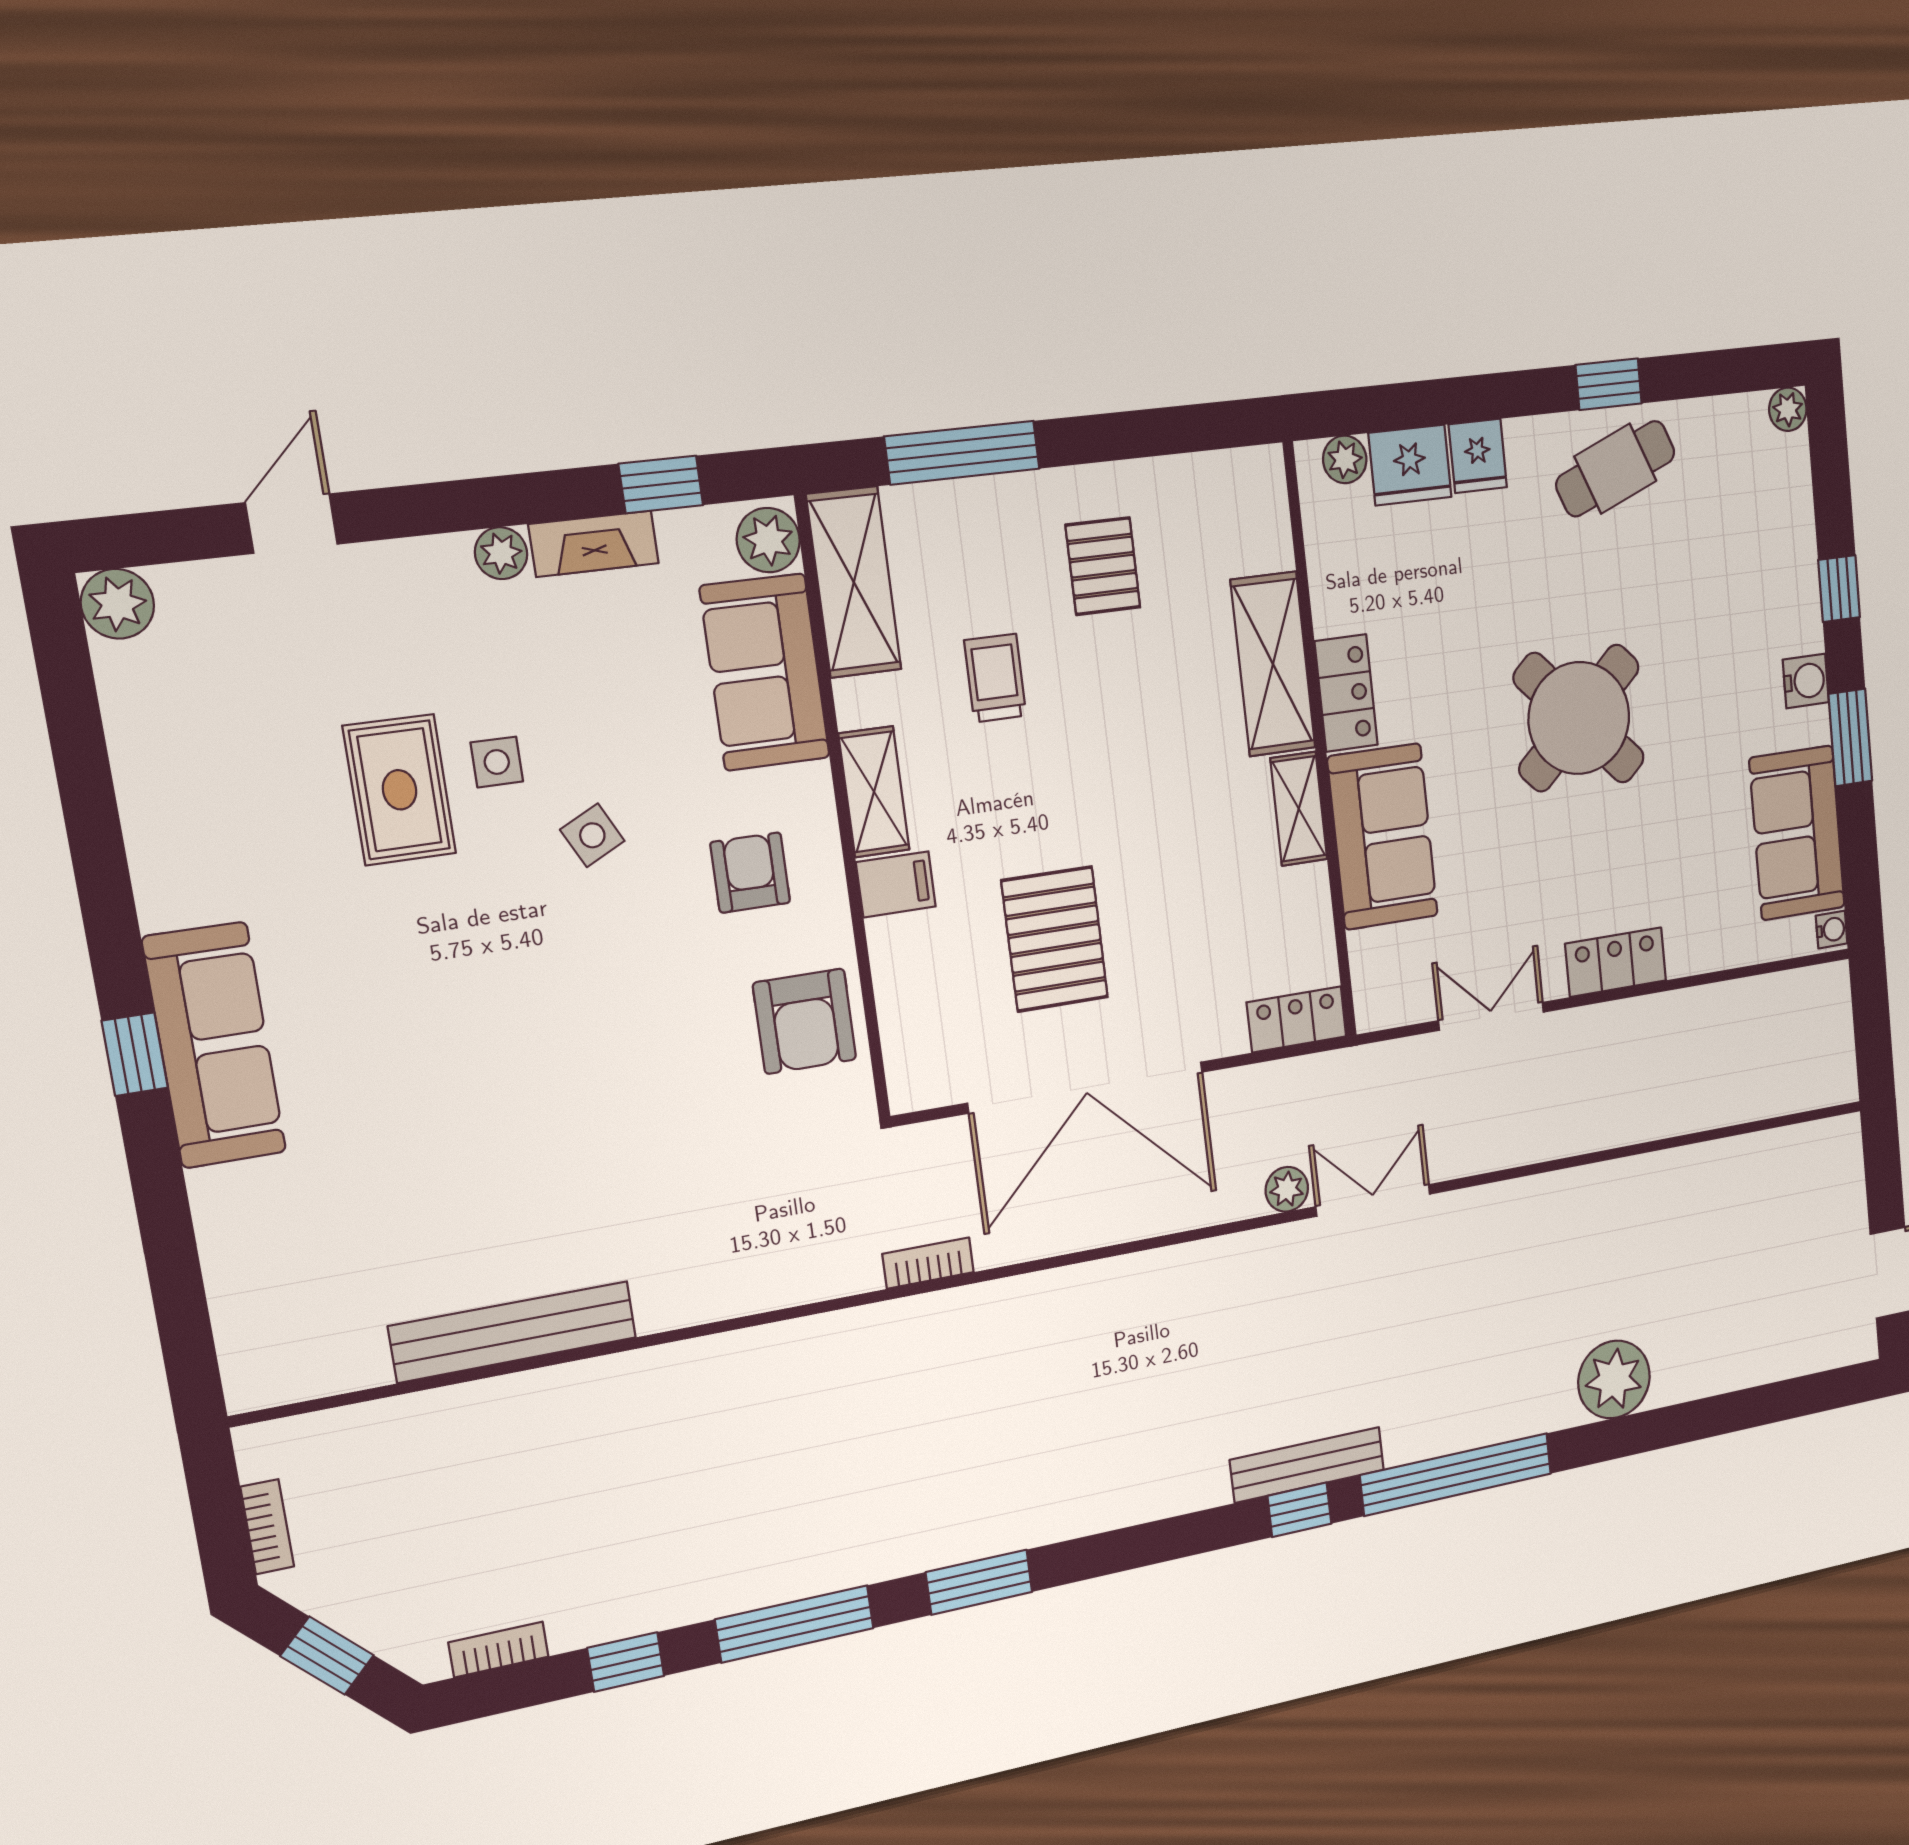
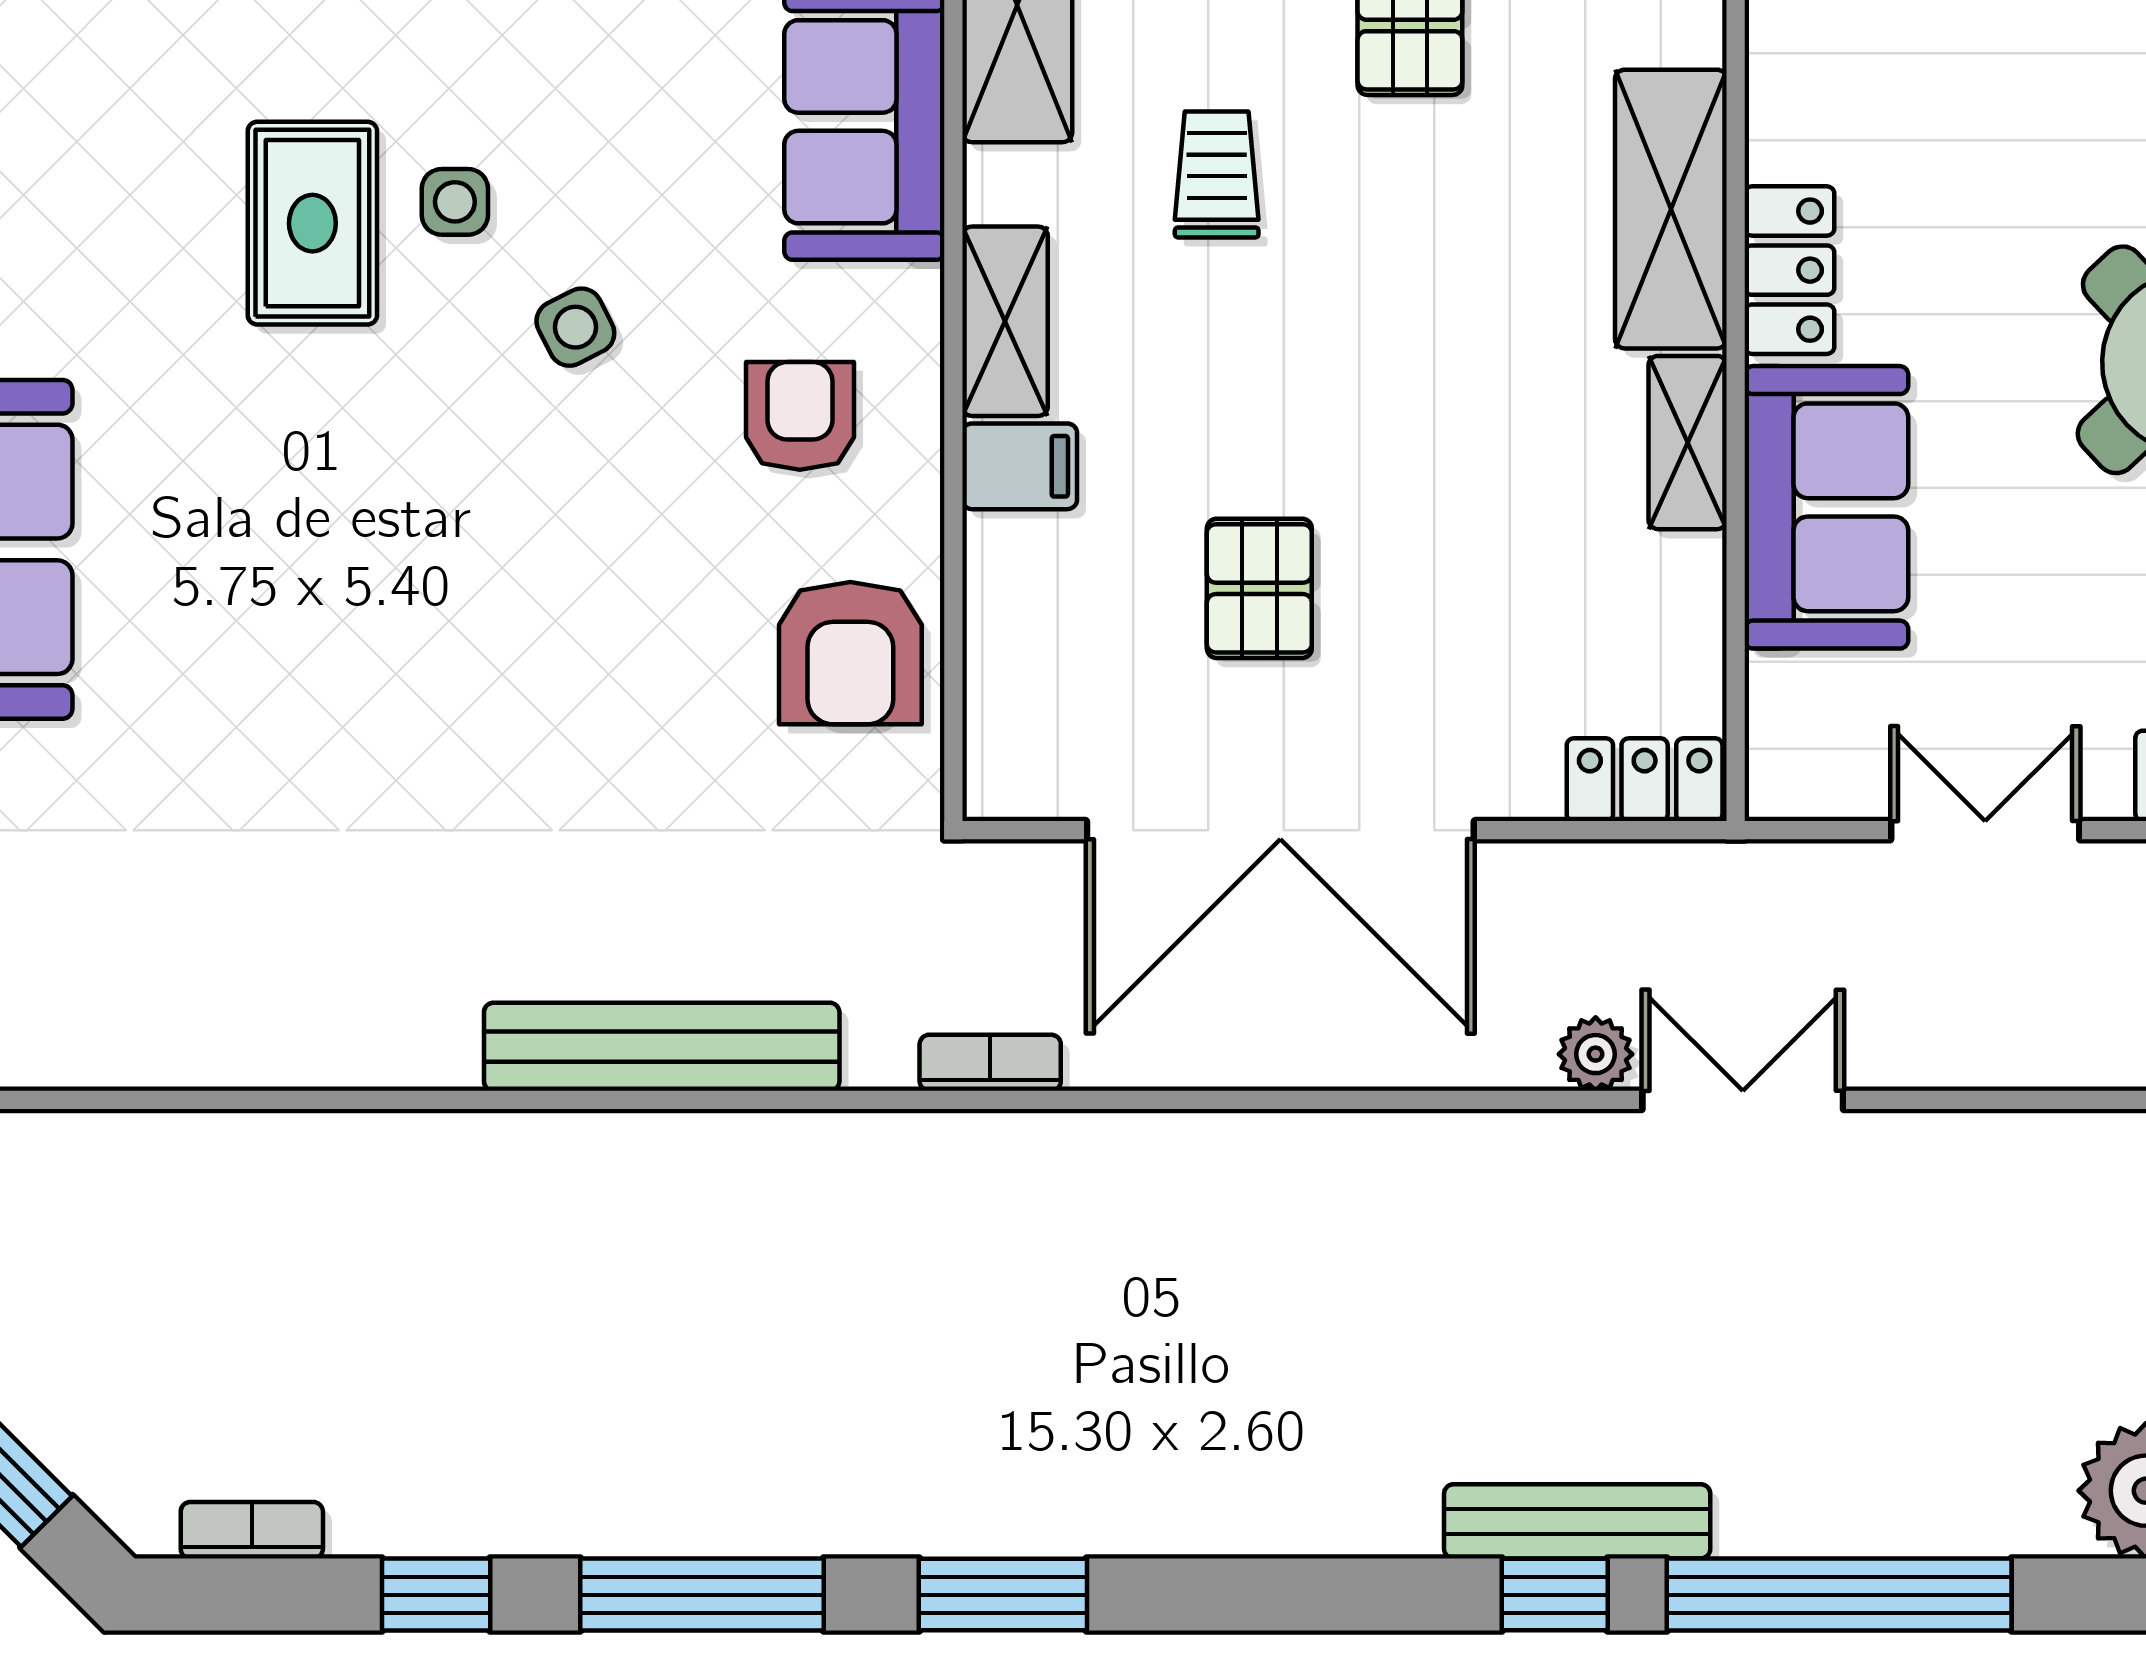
pallet: (1055, 939) -> (1259, 588), width x0.67, depth x0.71
bench: (513, 1332) -> (662, 1047), moved

